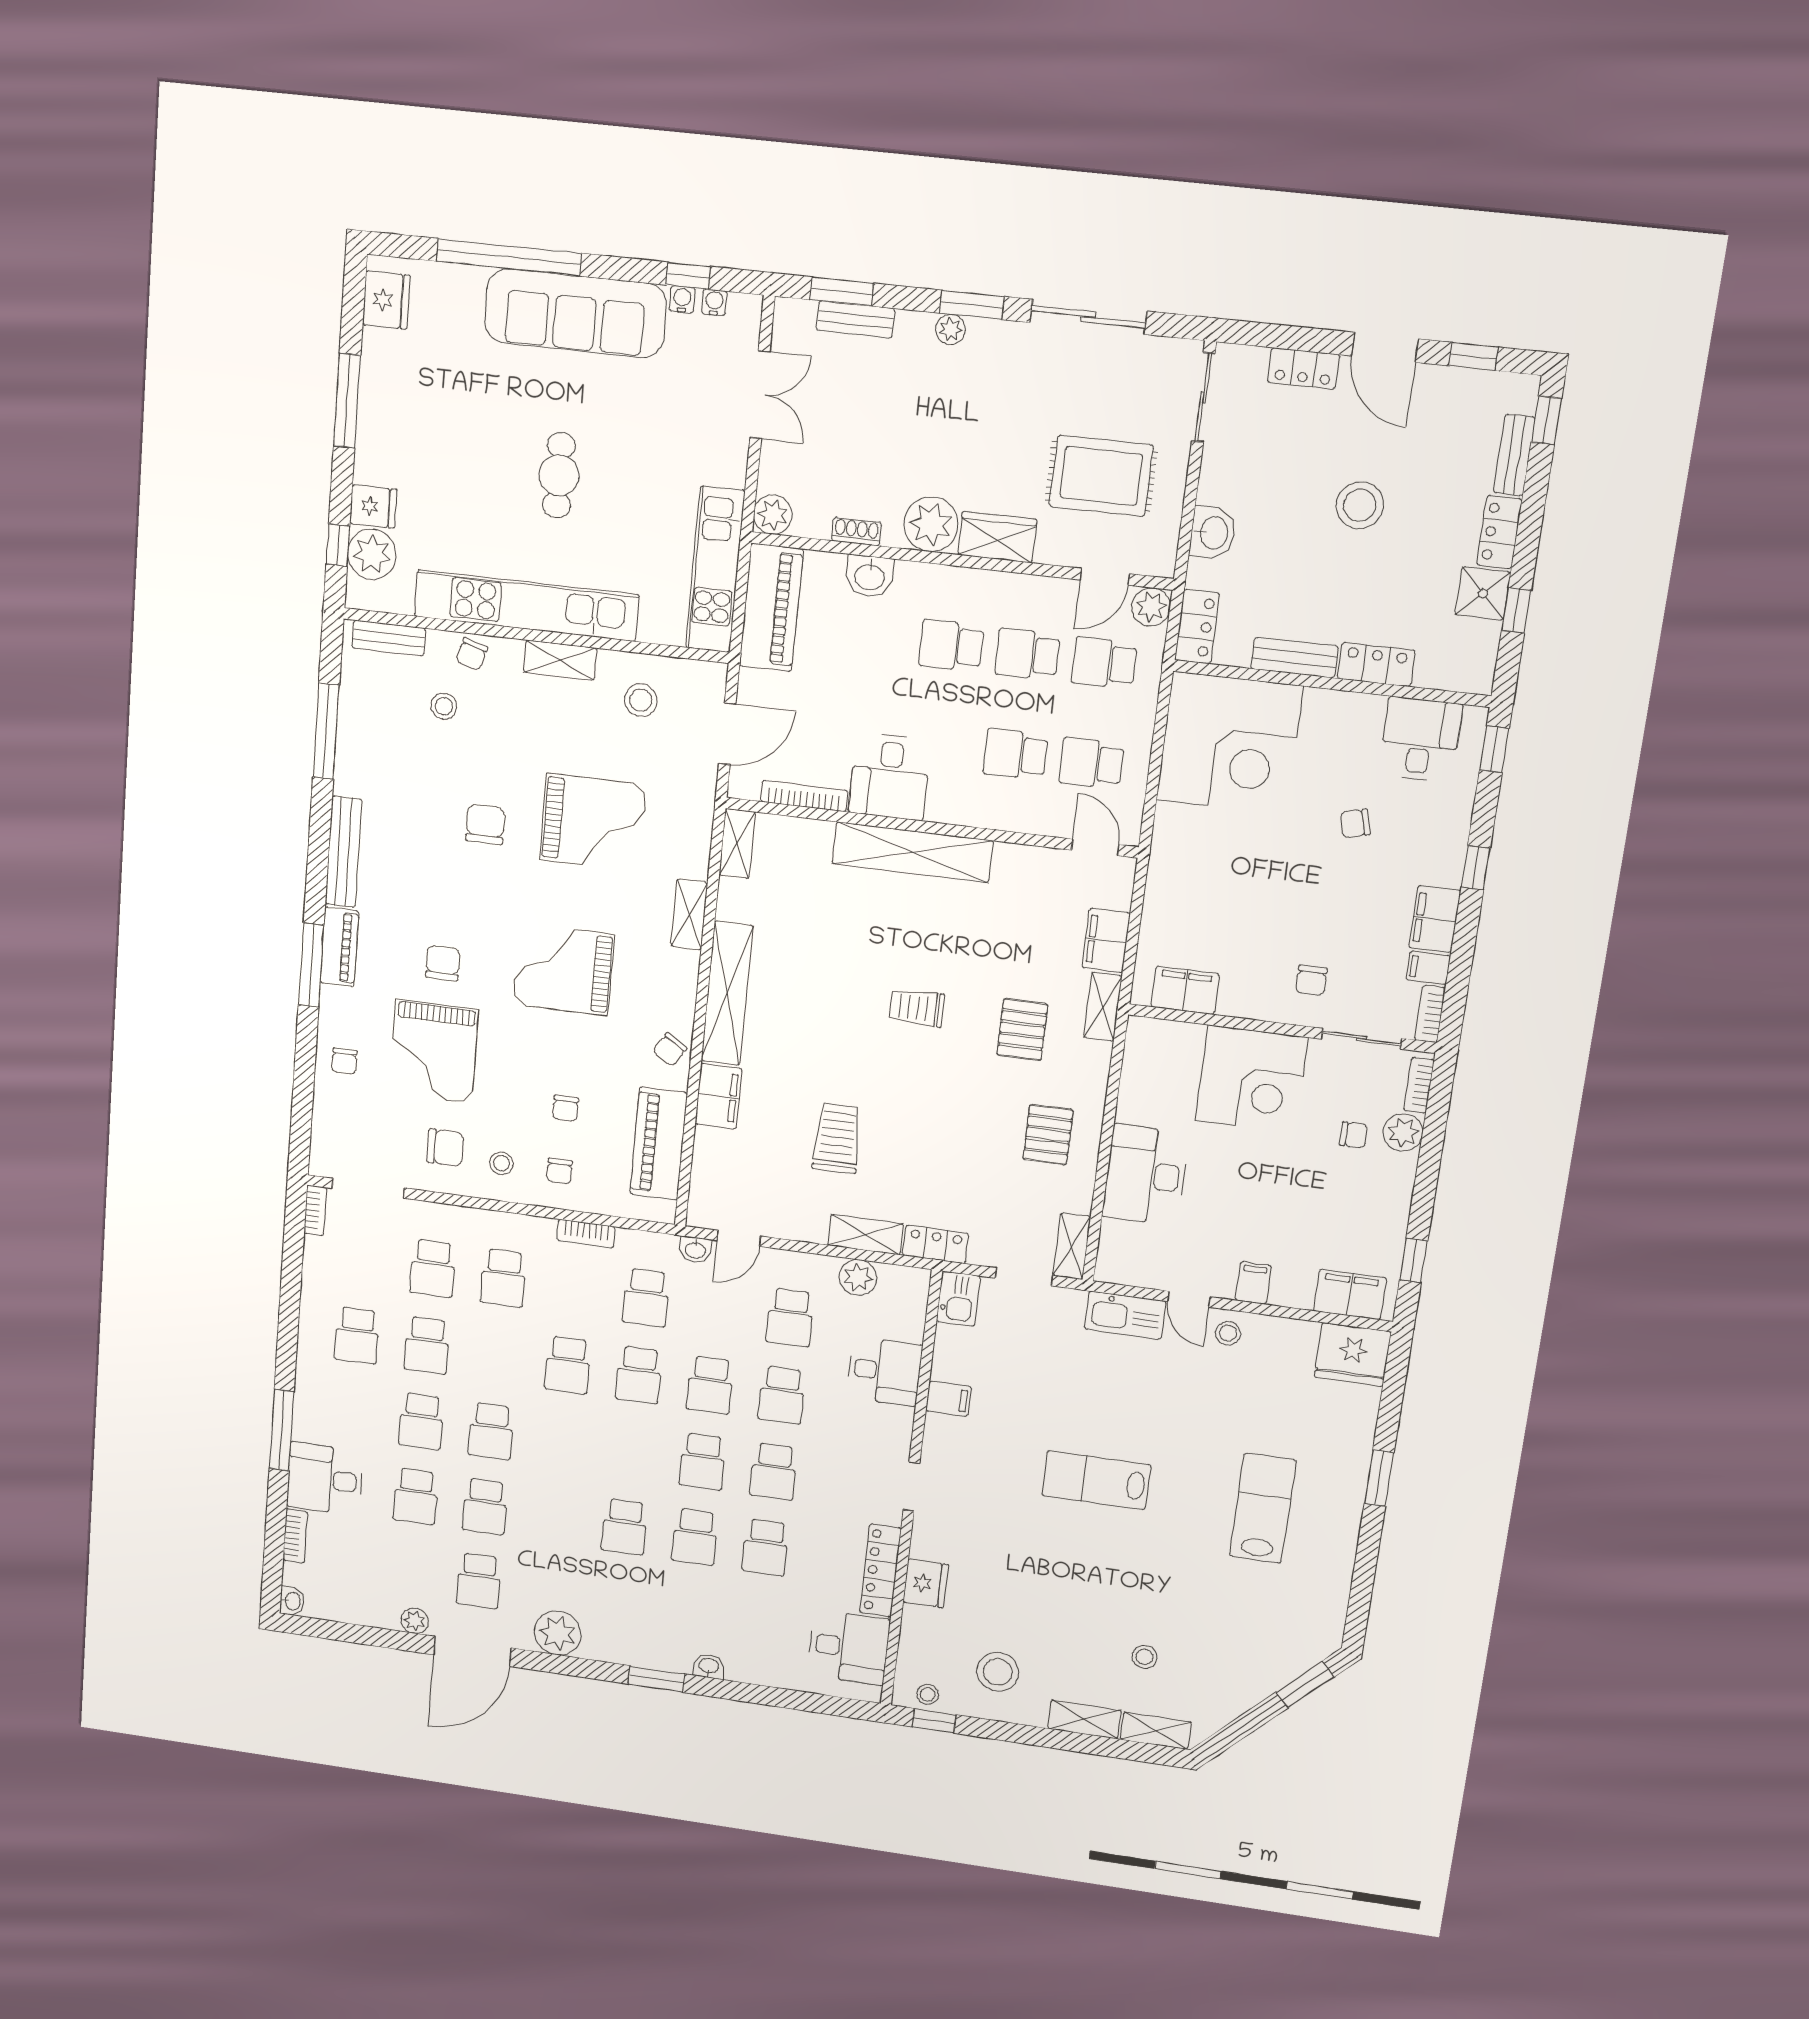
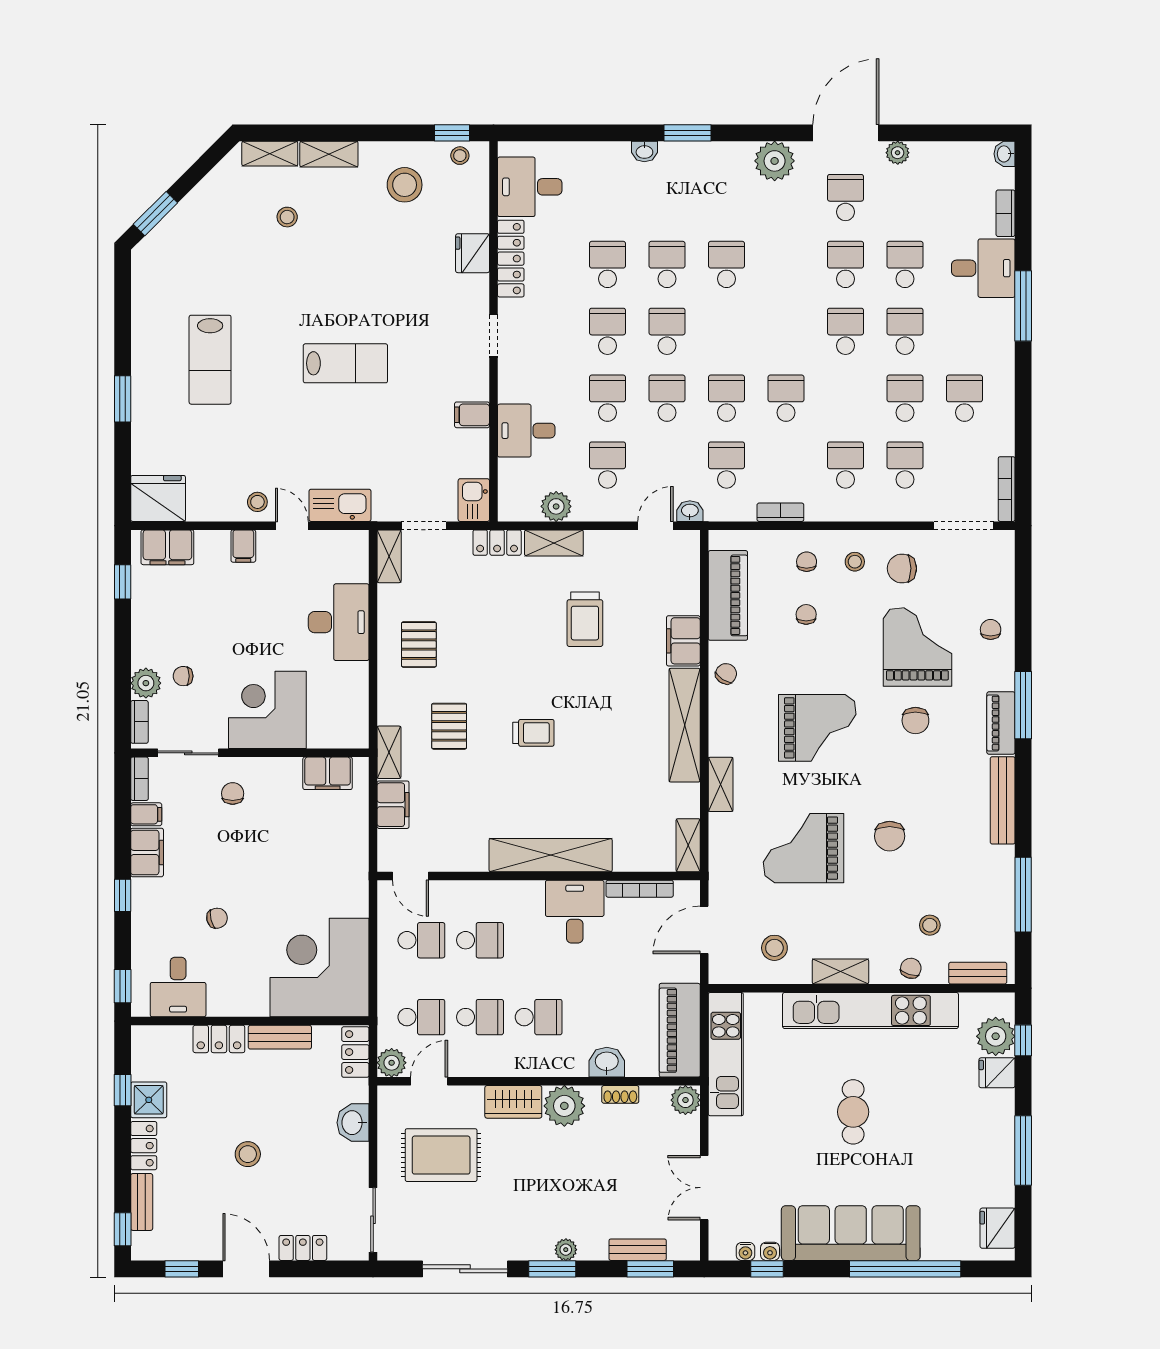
stool: (1360, 505) -> (248, 1154), width x0.73, depth x0.73
bookcase: (315, 1210) -> (1007, 489), width x1.56

